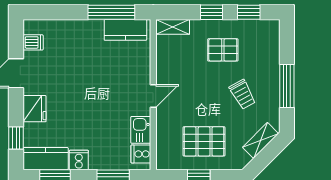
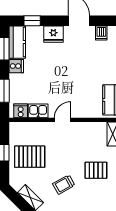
pallet: (223, 50) -> (96, 170), turned 90
door: (153, 96) -> (63, 120), swing flipped
pallet: (204, 141) -> (30, 157), turned 90

